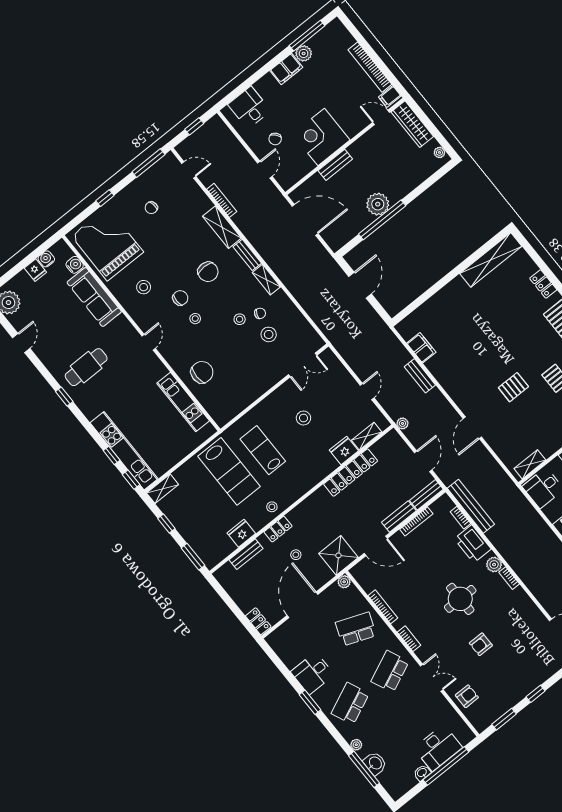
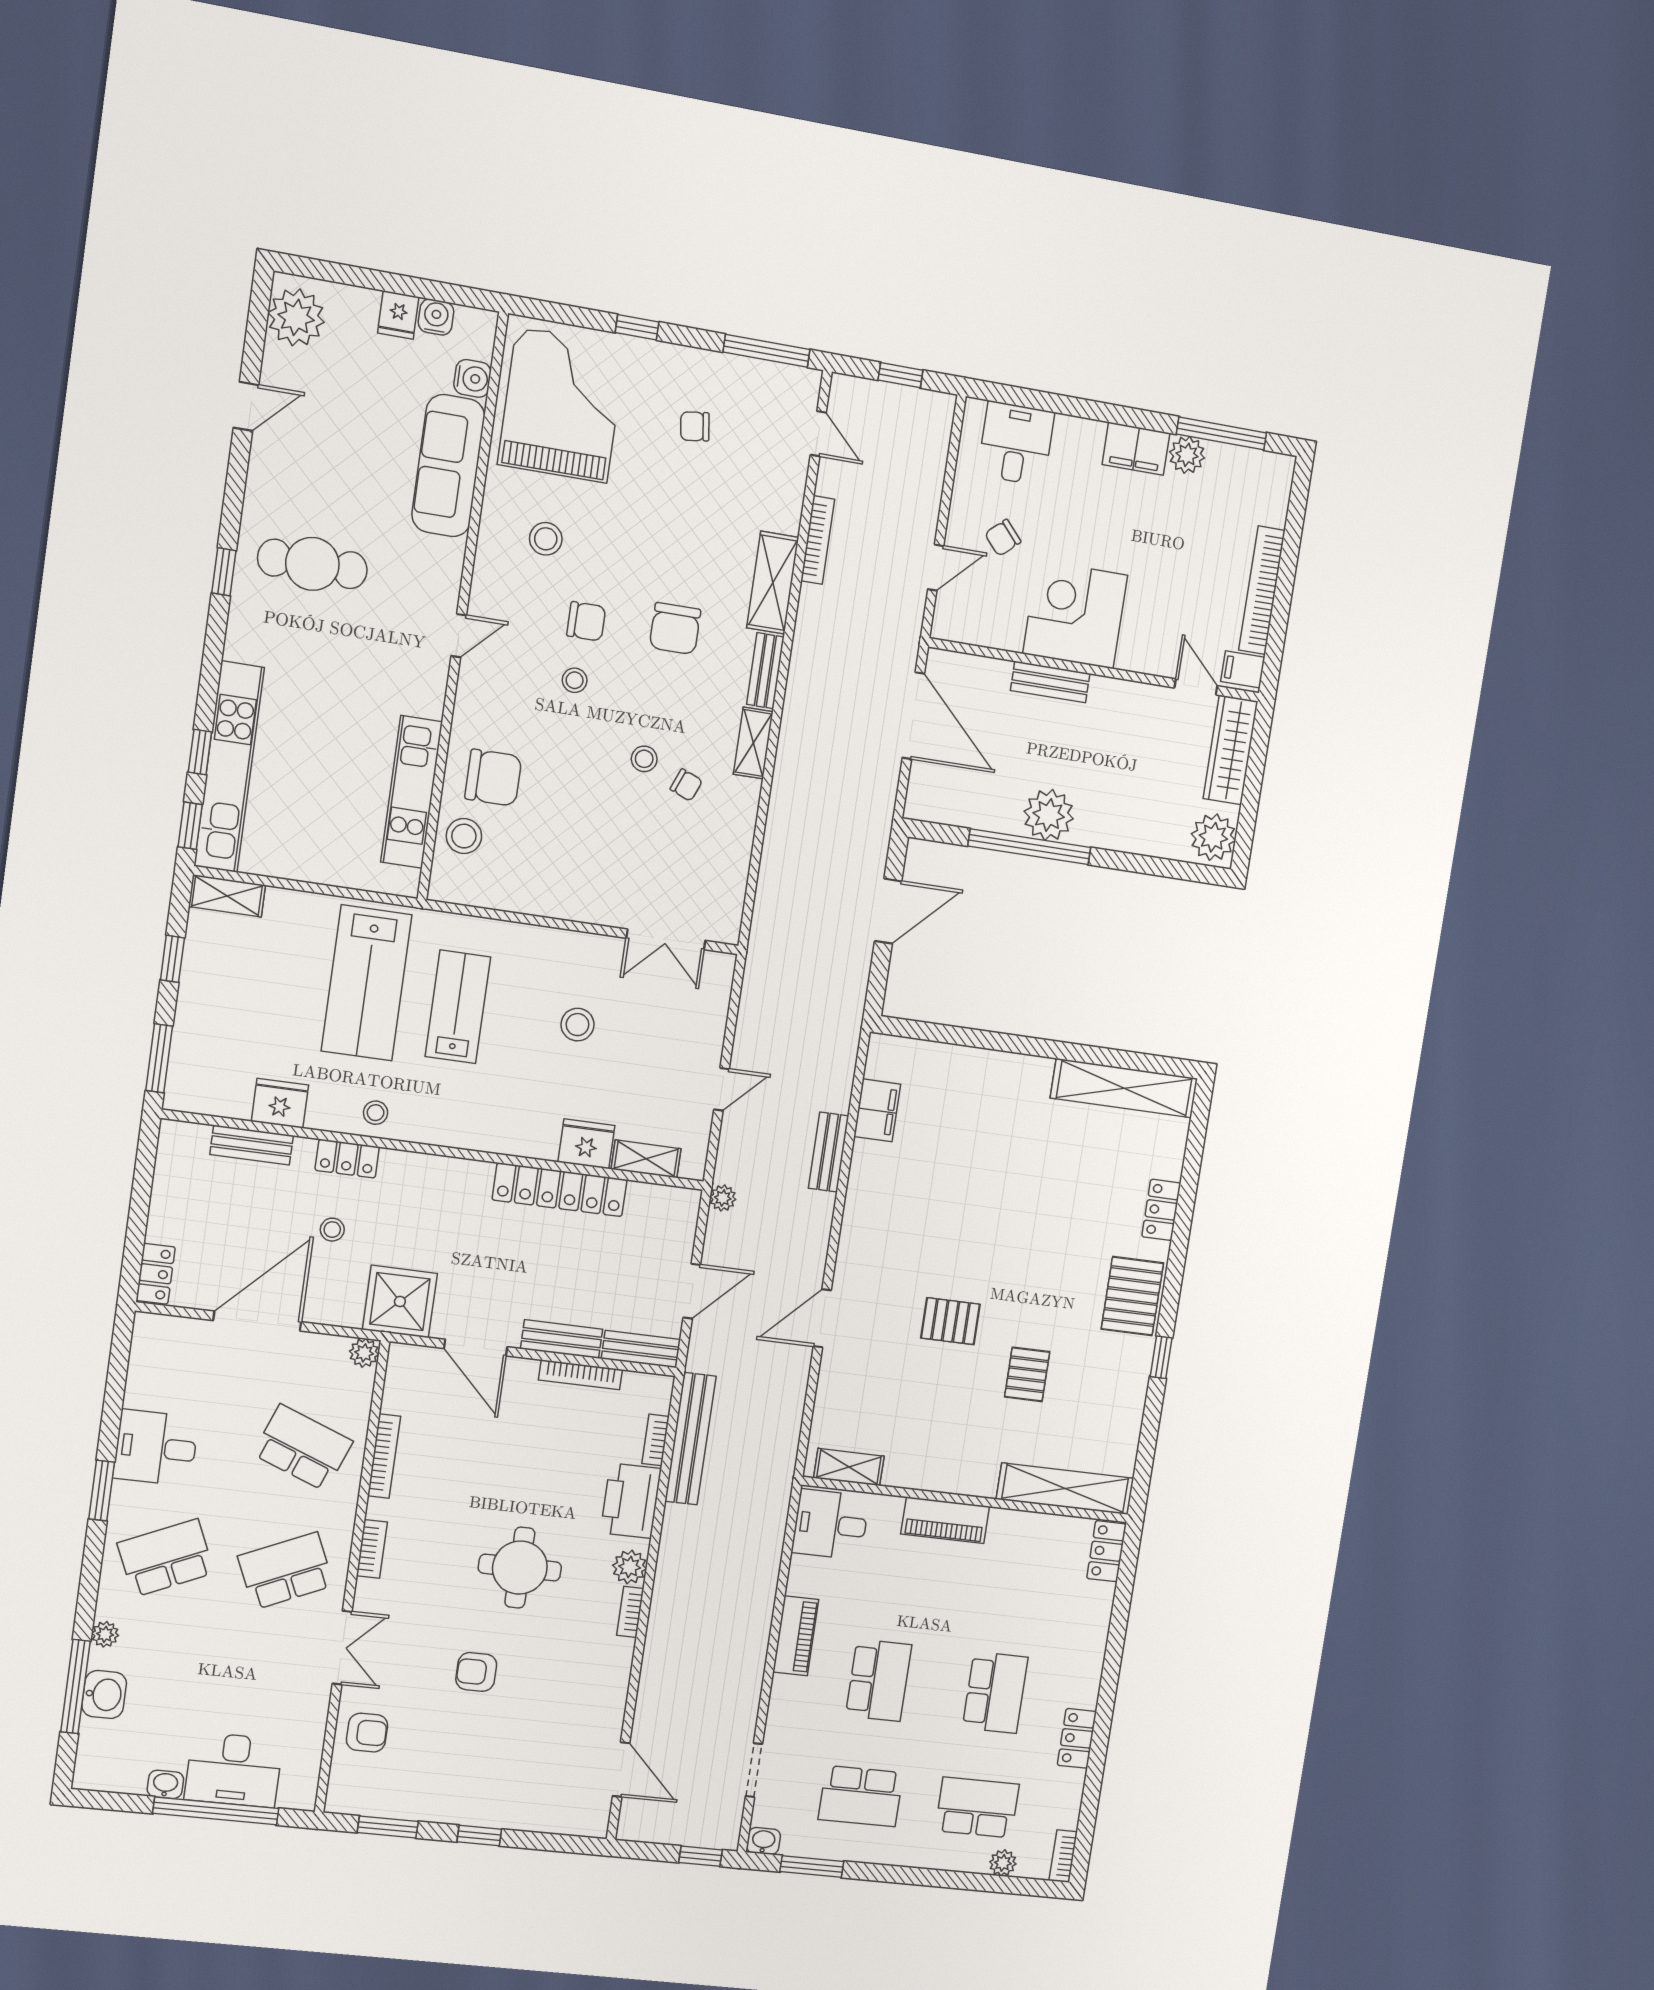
plant: (439, 152) -> (1213, 837), width x1.87, depth x1.87
stool: (269, 334) -> (464, 836), moved

